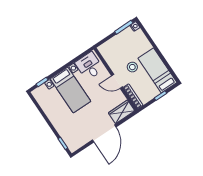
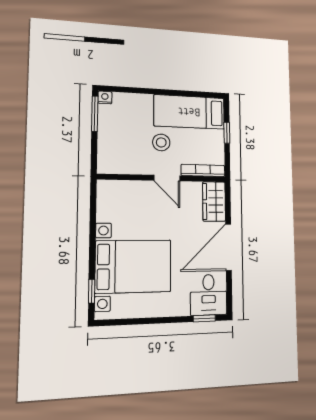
desk: (89, 66) -> (209, 295), moved, turned -90
door: (117, 81) -> (167, 178), hinge flipped
bed with nightstands: (71, 90) -> (133, 266), width x1.36
door: (104, 133) -> (228, 247), swing flipped

